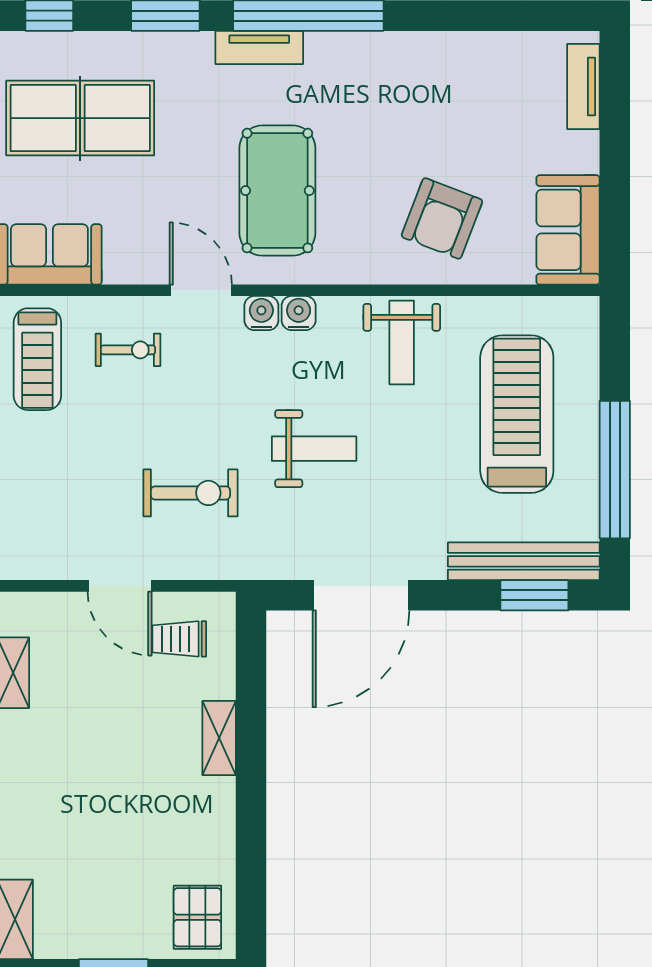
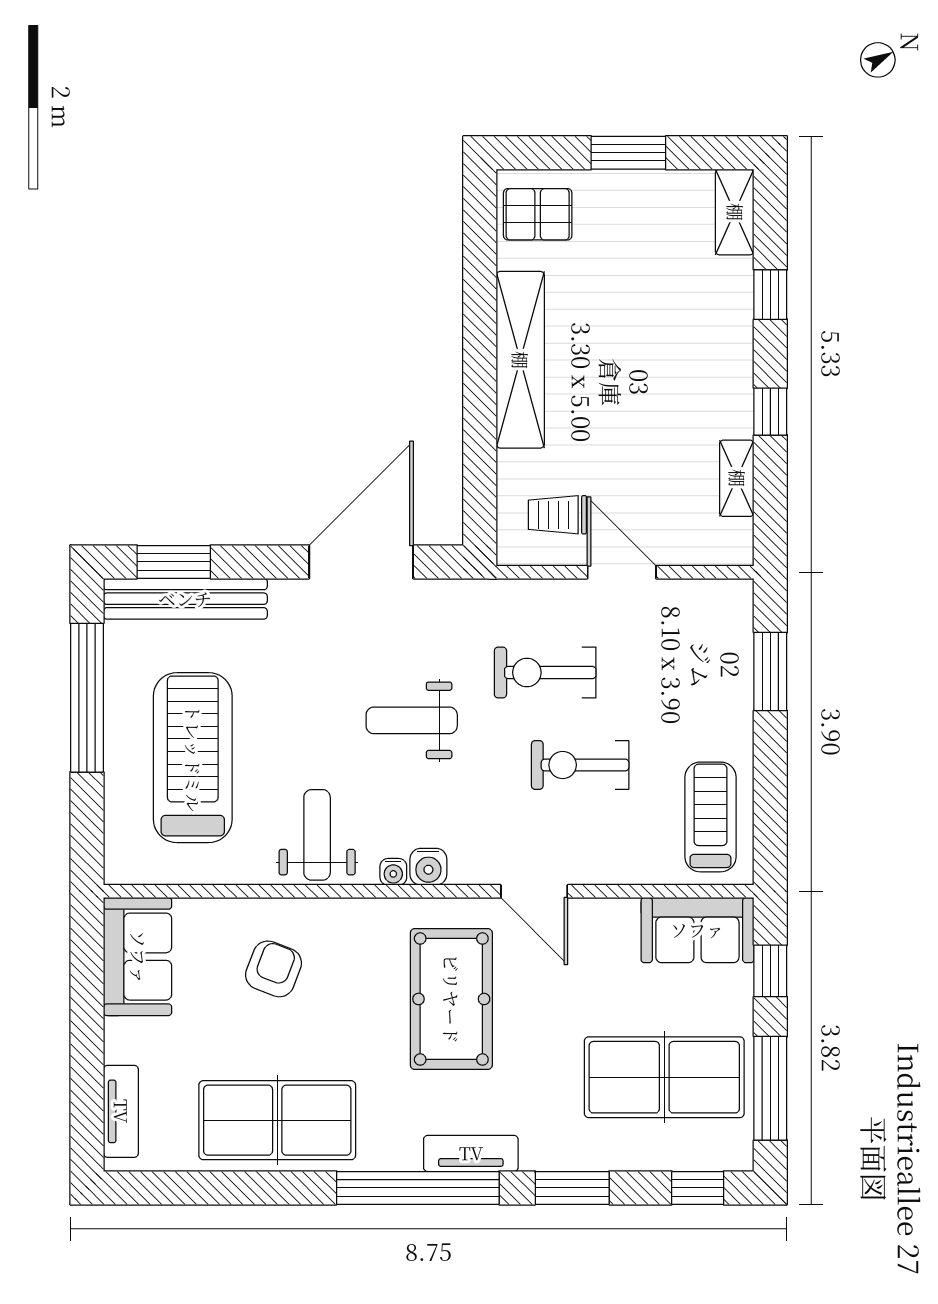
table tennis table: (439, 78) -> (277, 1120), added
armchair: (442, 218) -> (274, 969), width x0.72, depth x0.72
water cooler: (261, 313) -> (393, 872), moved, width x0.72, depth x0.72
exercise bike: (128, 350) -> (580, 765), moved, width x1.38, depth x1.39
treadmill: (517, 414) -> (193, 758), turned 180
trolley: (179, 639) -> (557, 515), turned 180
shelving: (219, 738) -> (520, 360), width x2.20, depth x1.33
pallet: (197, 917) -> (538, 214), turned 90

